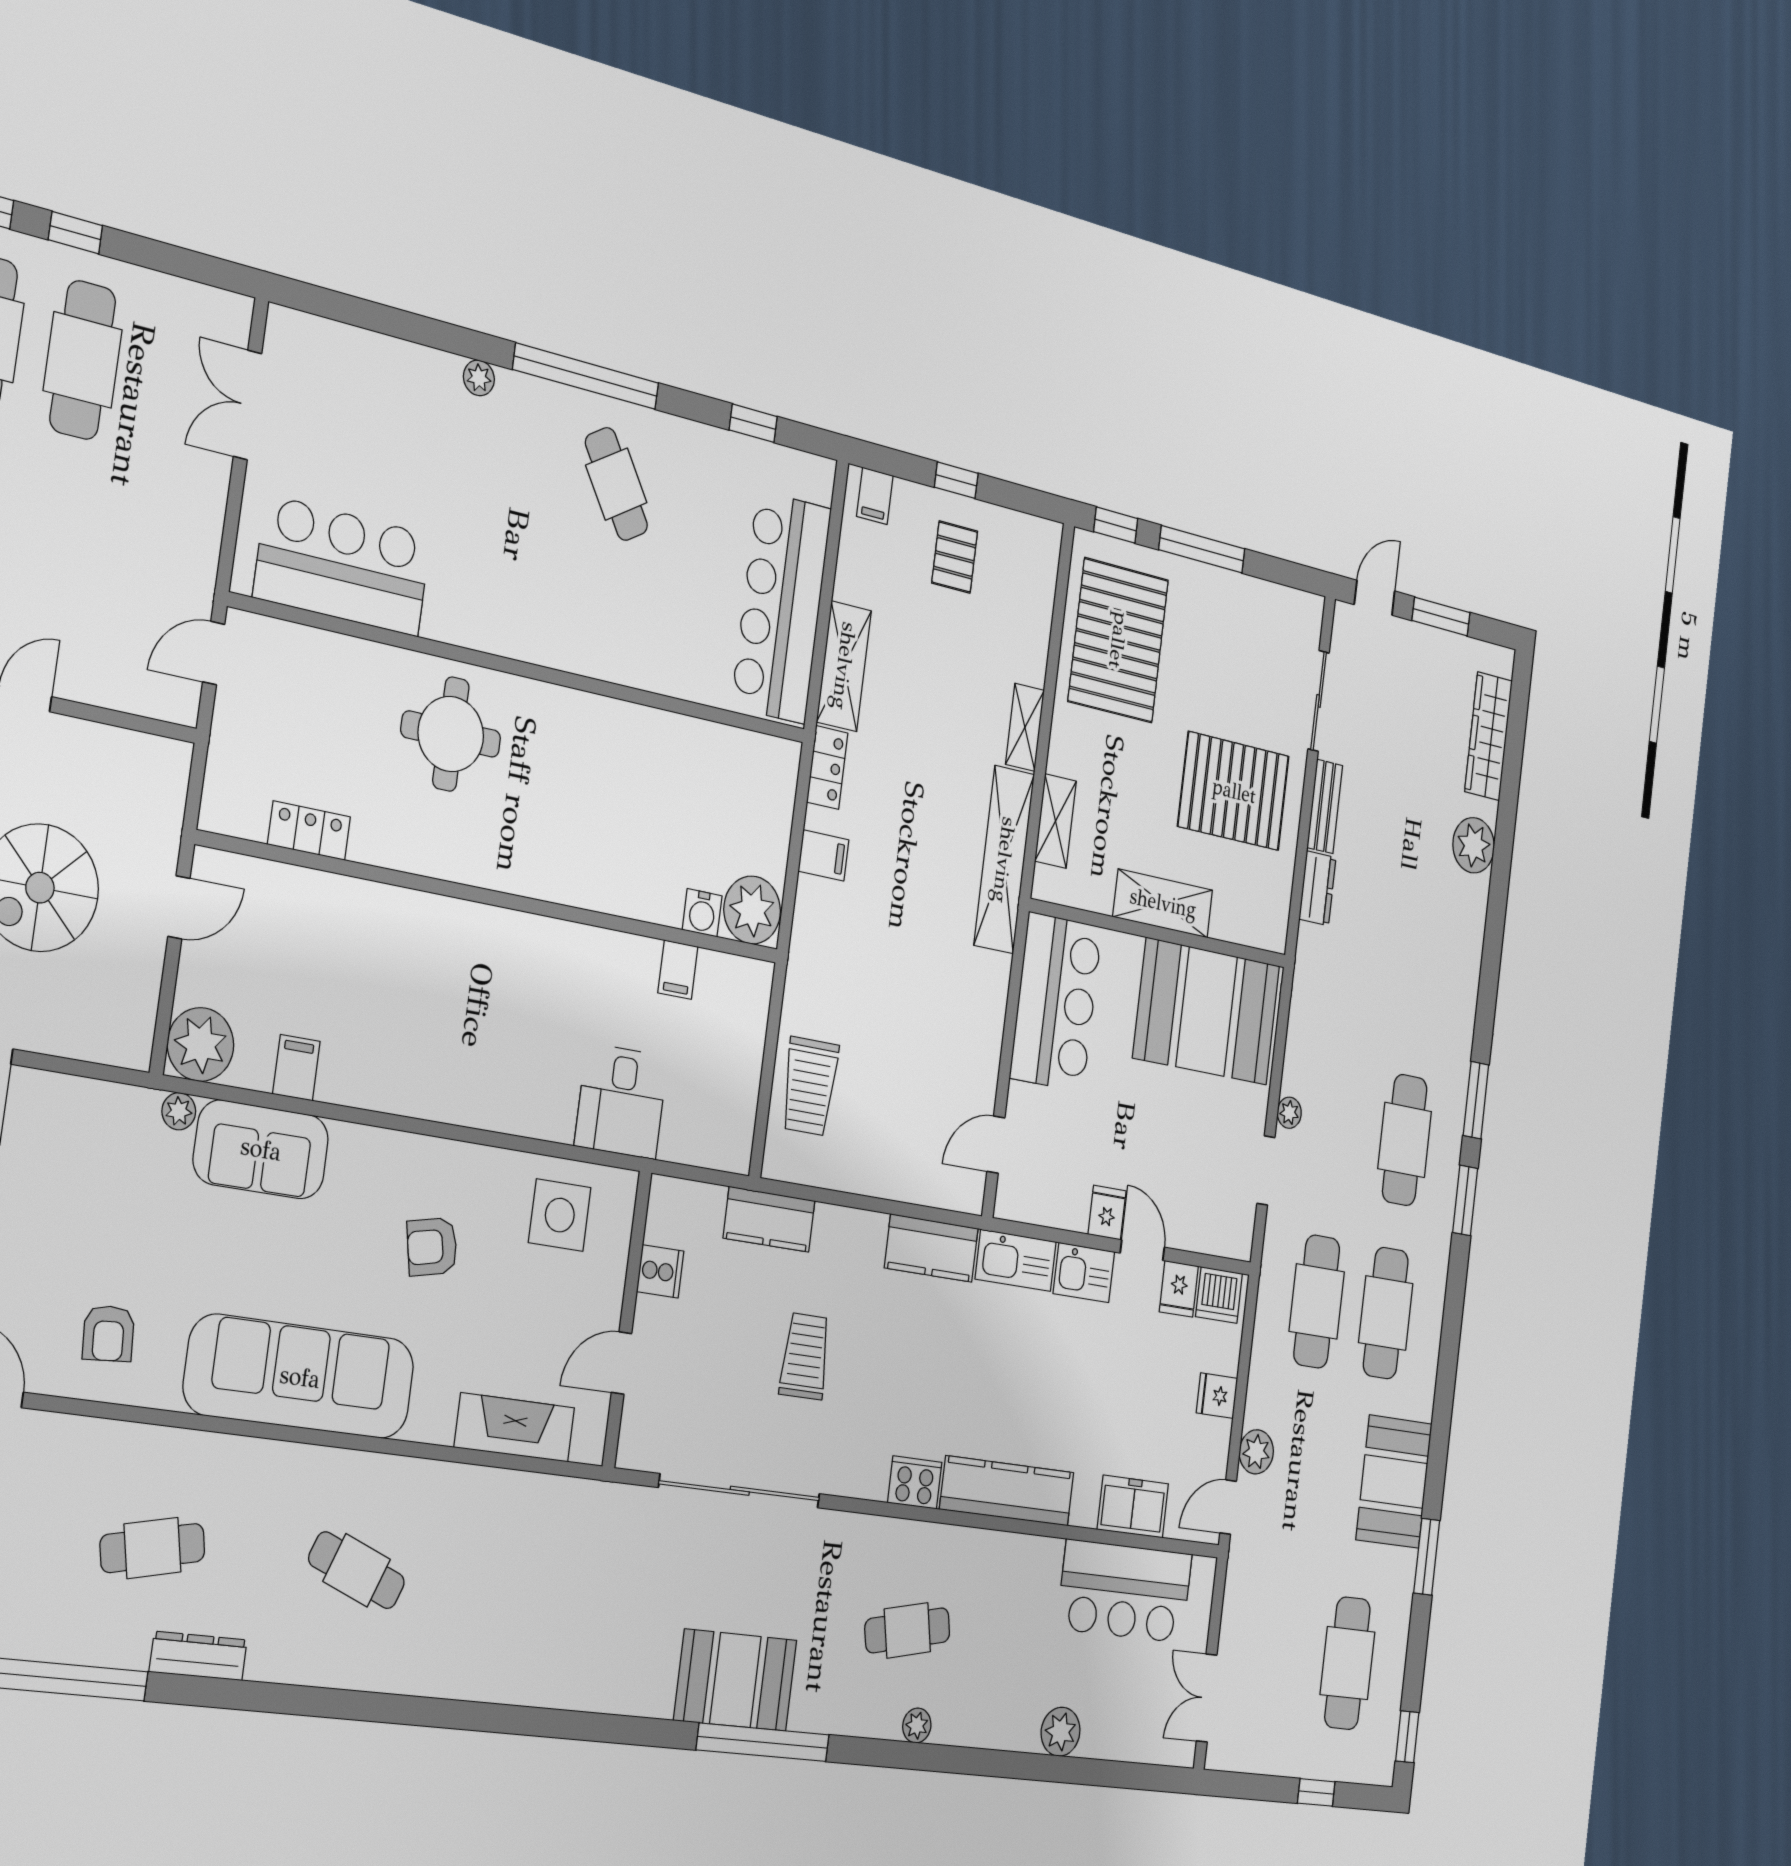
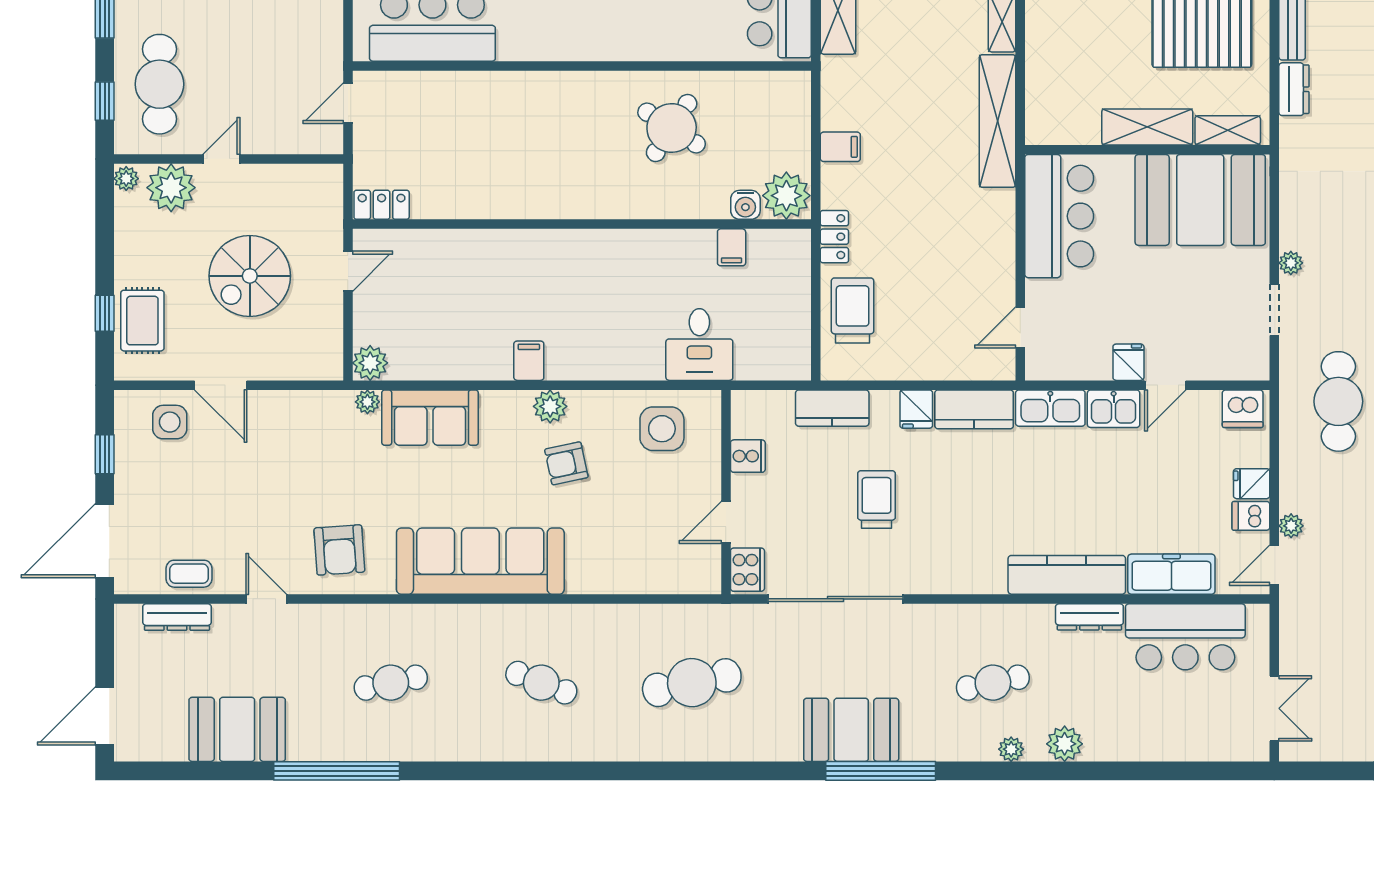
round table: (451, 734) -> (672, 128), moved, turned 33
locker: (827, 768) -> (834, 237), moved
shelving: (1056, 821) -> (1228, 130), moved, turned 90
locker: (309, 831) -> (382, 205), moved
plant: (201, 1044) -> (370, 363), width x0.73, depth x0.73
filing cabinet: (296, 1068) -> (529, 361), moved
trolley: (810, 1086) -> (853, 310), turned 180
plant: (422, 1159) -> (550, 406), added
door: (1142, 1250) -> (1165, 385), swing flipped
fridge: (1179, 1289) -> (916, 409), moved
armchair: (108, 1333) -> (339, 550), width x1.38, depth x1.38
fireplace: (515, 1428) -> (648, 576), removed
dishwasher: (1211, 1438) -> (1251, 516), added
plant: (1256, 1452) -> (1291, 526), width x0.73, depth x0.73
cooker: (915, 1482) -> (747, 570), moved, turned 90
freezer: (1133, 1507) -> (1171, 574), width x1.40
cafe table: (550, 1591) -> (692, 683), added
dresser: (198, 1656) -> (1089, 617), moved, turned 180
double door: (1207, 1698) -> (1274, 708), swing flipped
plant: (1061, 1732) -> (1065, 744), moved

